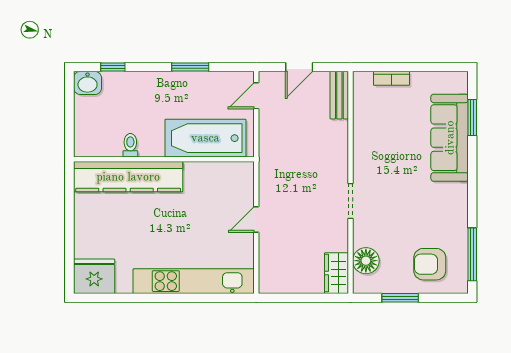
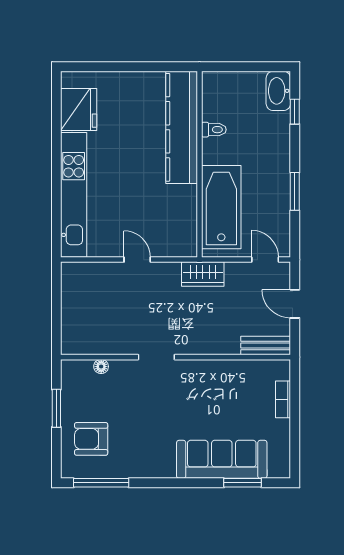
washbasin: (88, 83) -> (278, 91), width x1.38
floor lamp: (366, 261) -> (101, 367), width x0.53, depth x0.53
armchair: (430, 264) -> (91, 439), turned -90
wardrobe: (337, 273) -> (203, 274), moved, turned 180
fridge: (94, 276) -> (79, 110), moved

